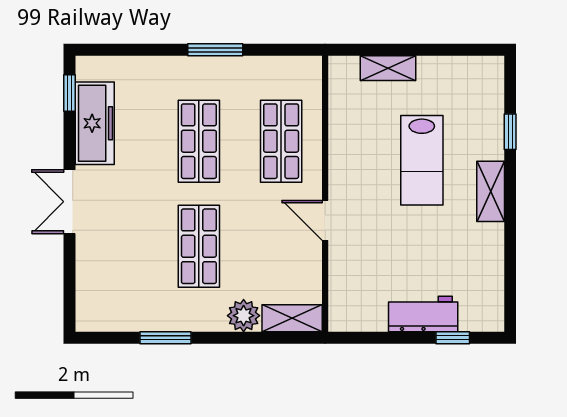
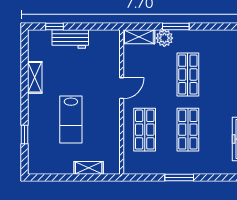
lab bench: (422, 160) -> (71, 120), turned 180
shelving: (491, 191) -> (35, 77), moved
door: (325, 220) -> (122, 88), hinge flipped
window: (166, 338) -> (176, 27), moved

